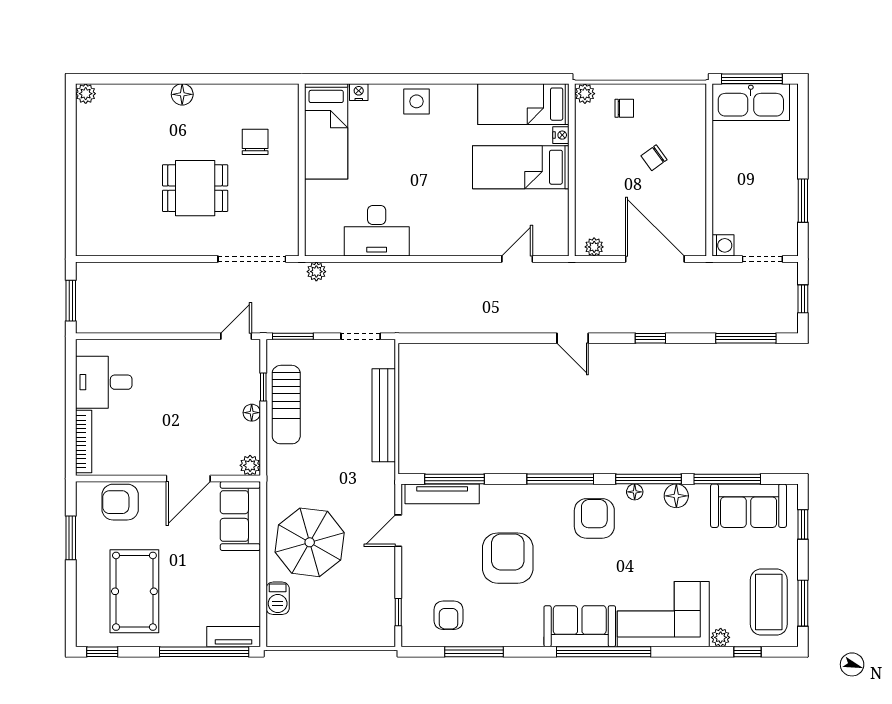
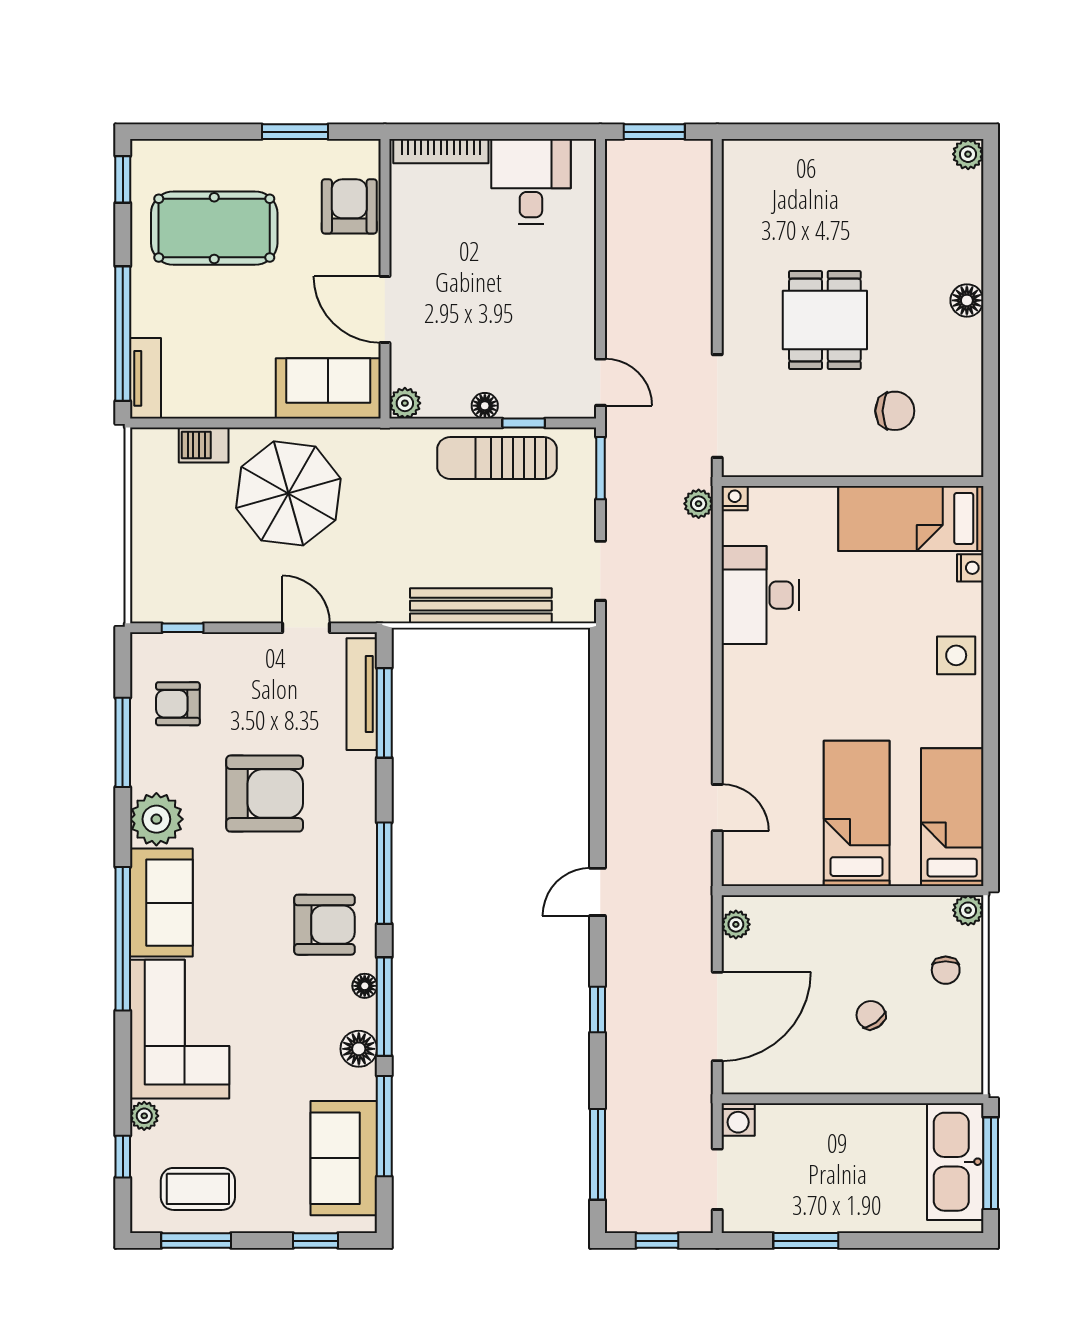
nightstand: (561, 135) -> (735, 498), moved, turned 180
coffee table: (769, 602) -> (198, 1189), width x0.73, depth x0.76
plant: (525, 629) -> (156, 819), added

